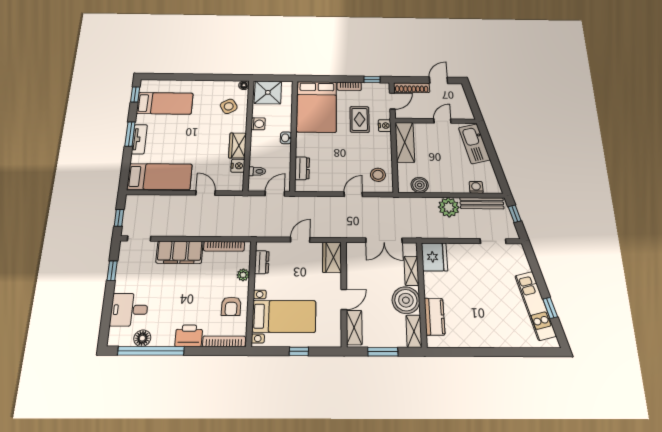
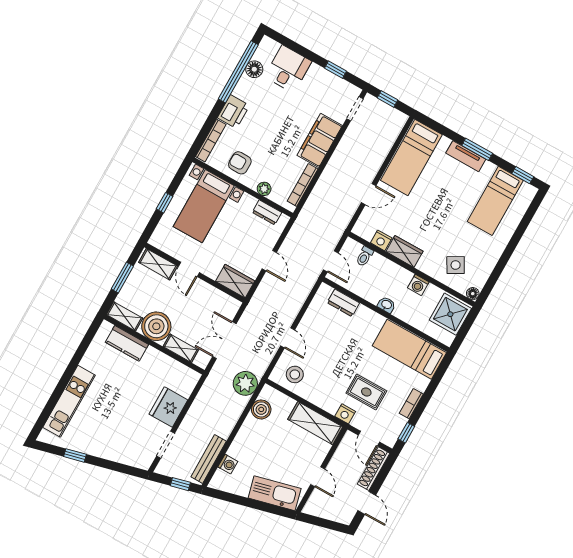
bed: (317, 107) -> (409, 349), width x0.67
plant: (449, 207) -> (245, 383), moved
fridge: (434, 257) -> (168, 407), moved, turned 90
kitchen unit: (535, 306) -> (69, 401), moved, turned 104

